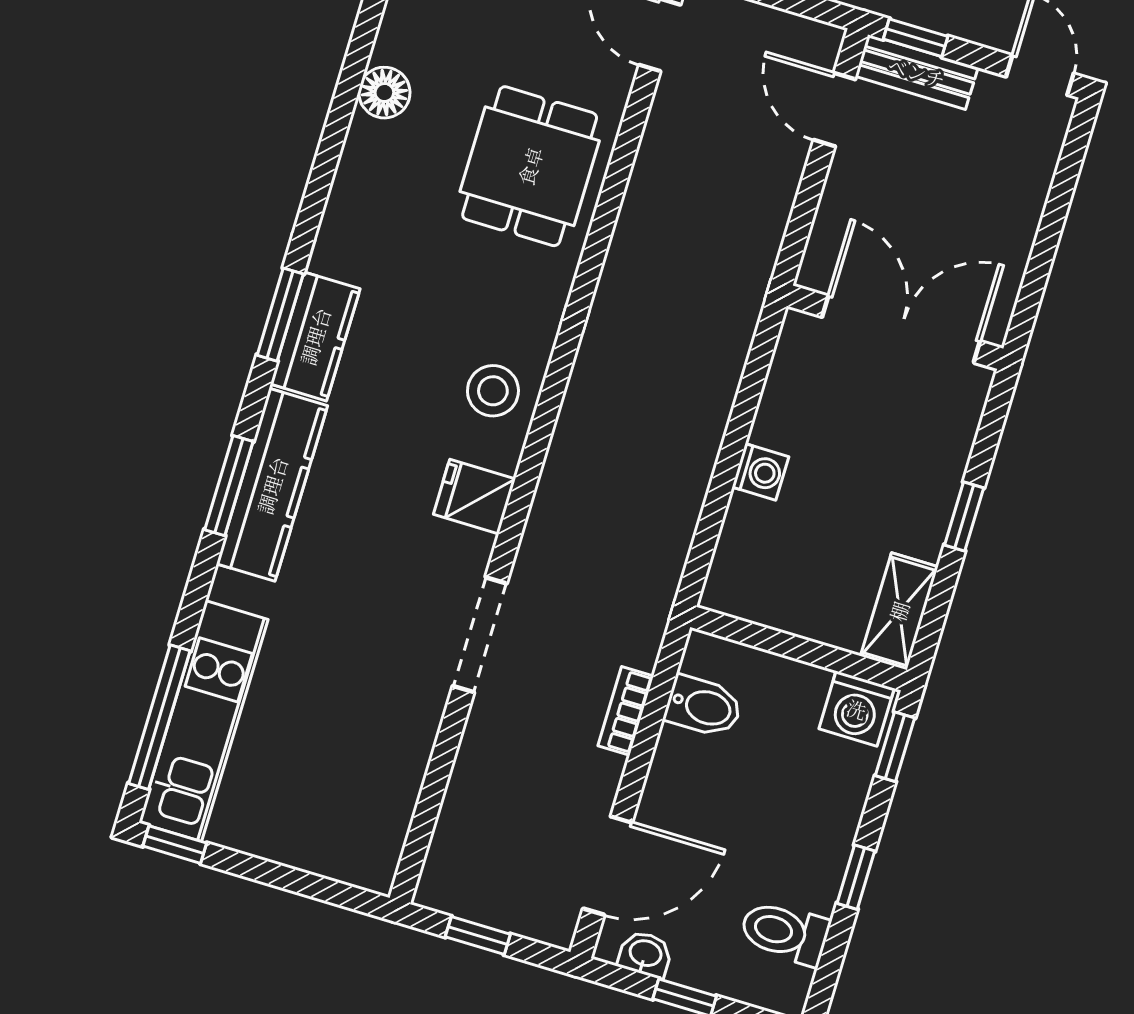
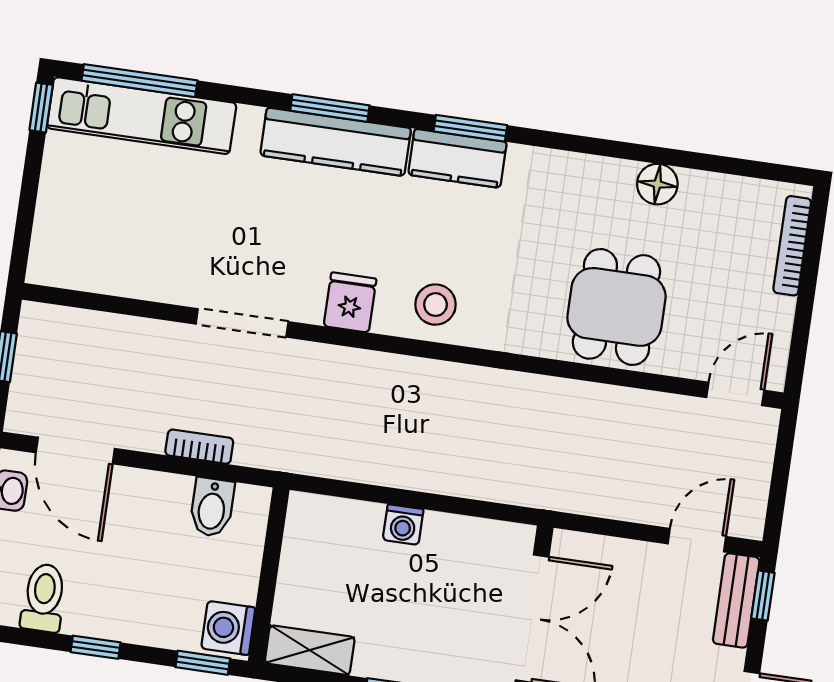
dining table: (530, 166) -> (616, 307), turned 90

